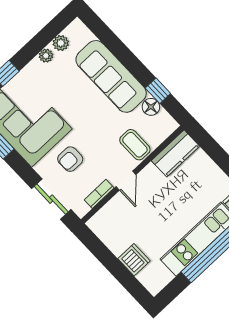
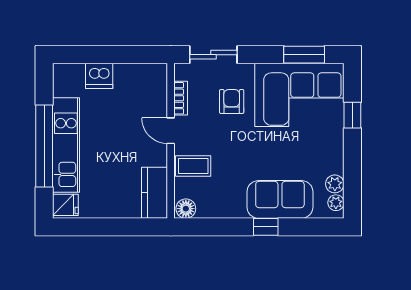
plant: (46, 56) -> (336, 203), moved
sofa: (111, 76) -> (280, 199), width x0.73
window: (158, 91) -> (266, 227), moved
floor lamp: (151, 107) -> (186, 209), moved

